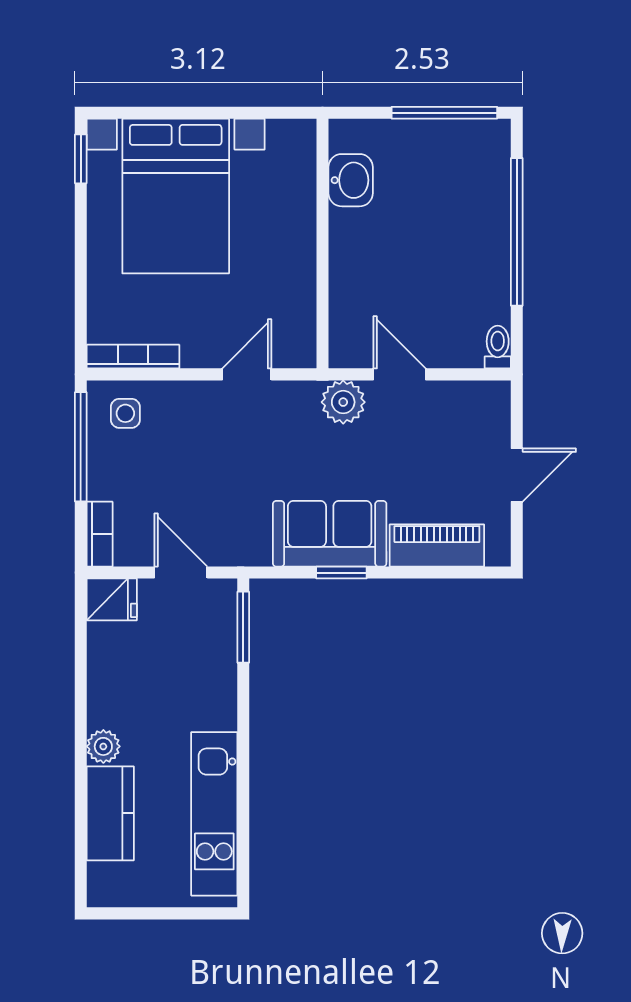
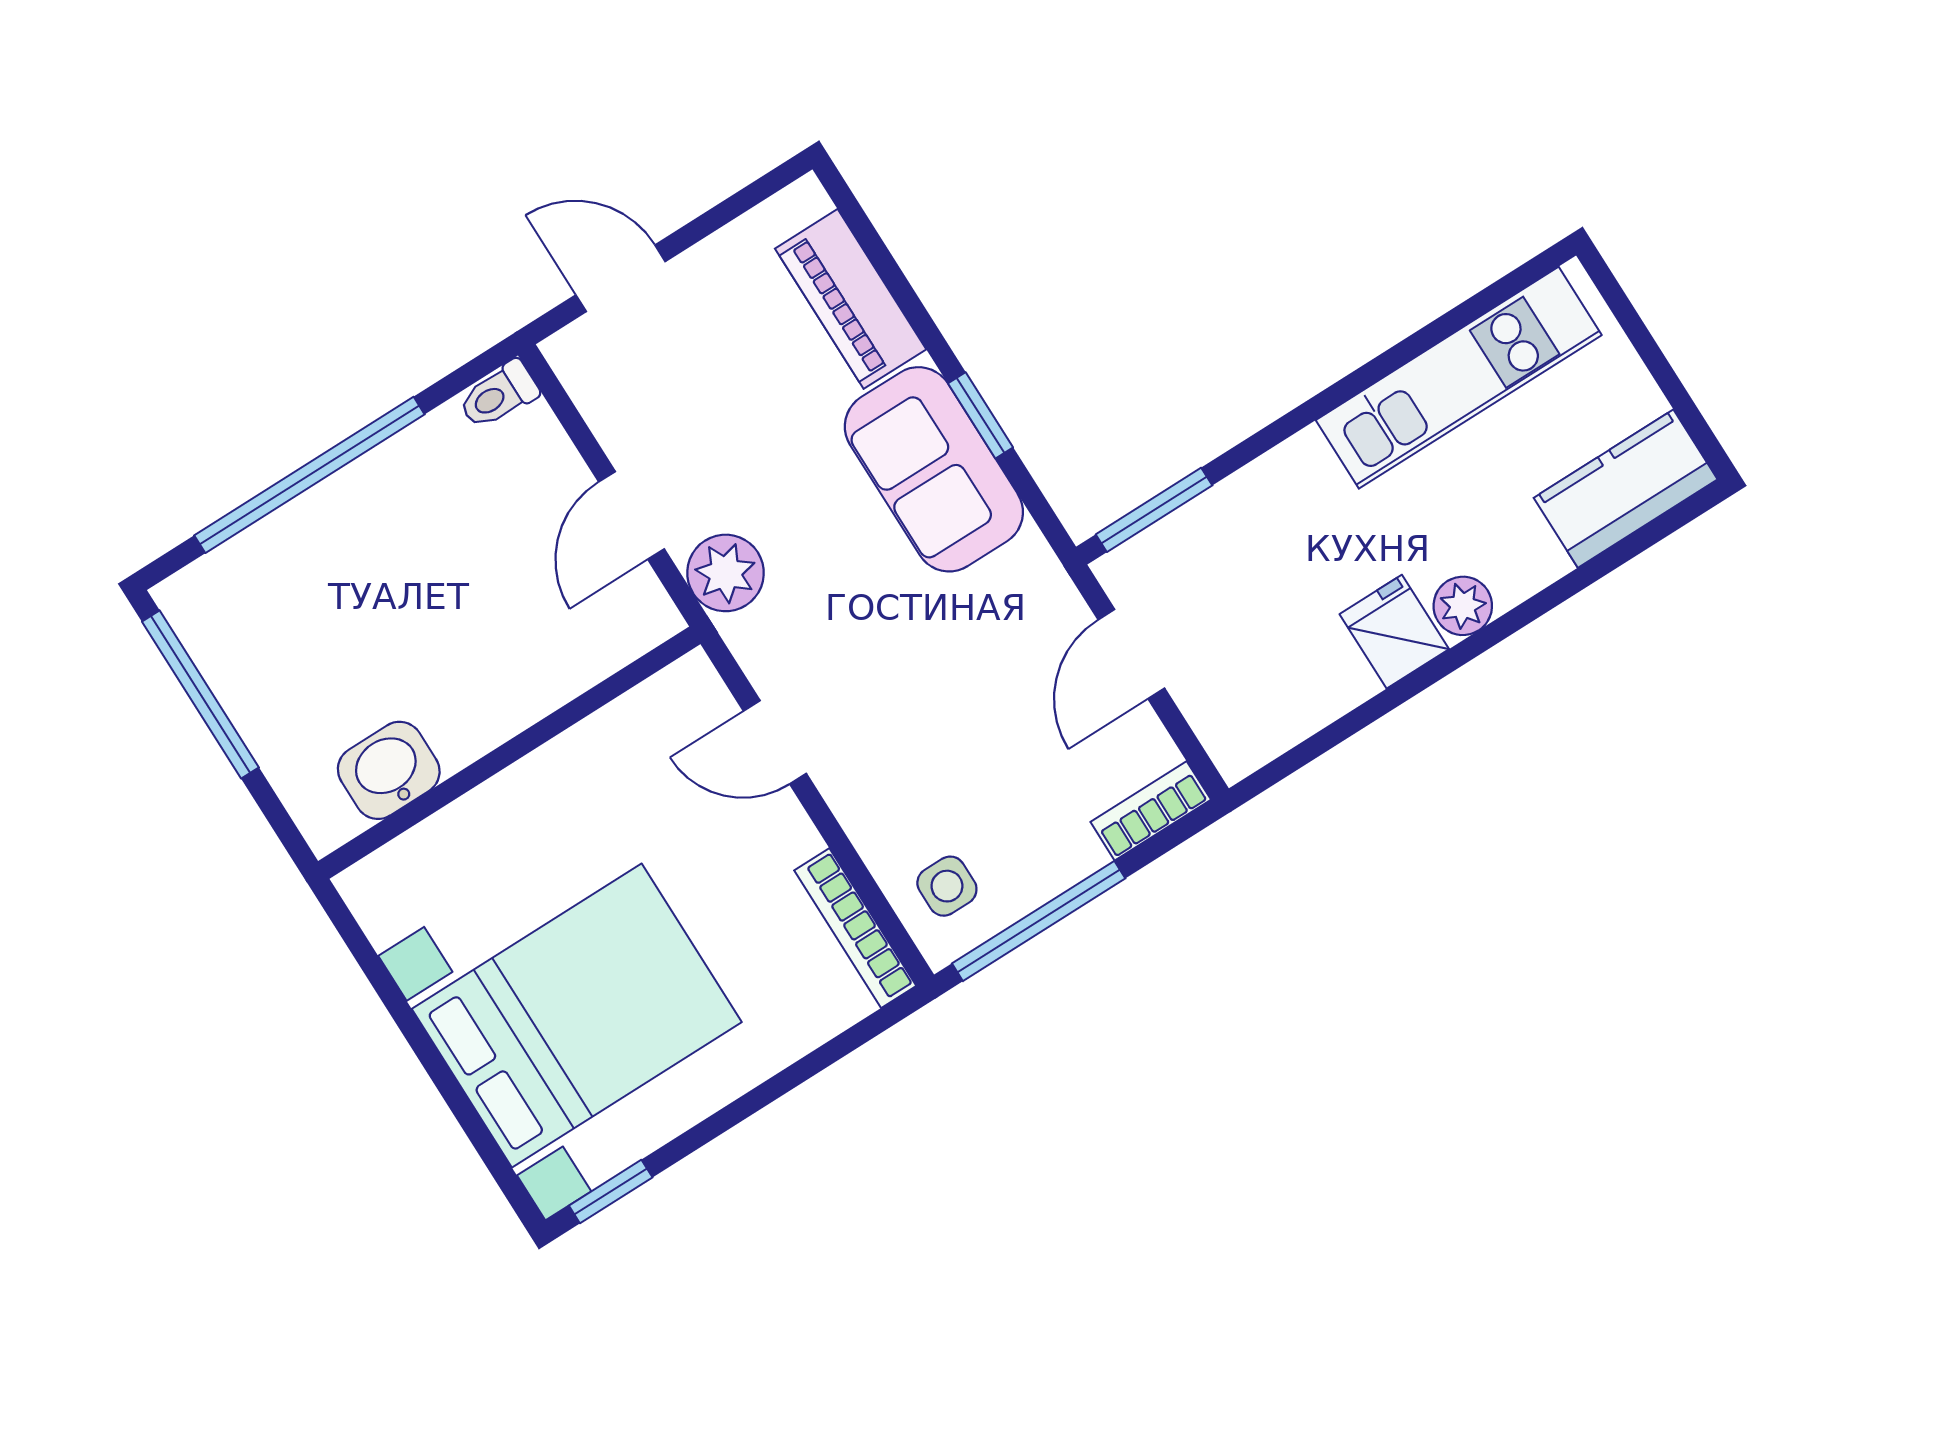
door: (517, 475) -> (621, 278), moved
fridge: (112, 599) -> (1394, 632), moved
kitchen counter: (110, 813) -> (1626, 489), moved

